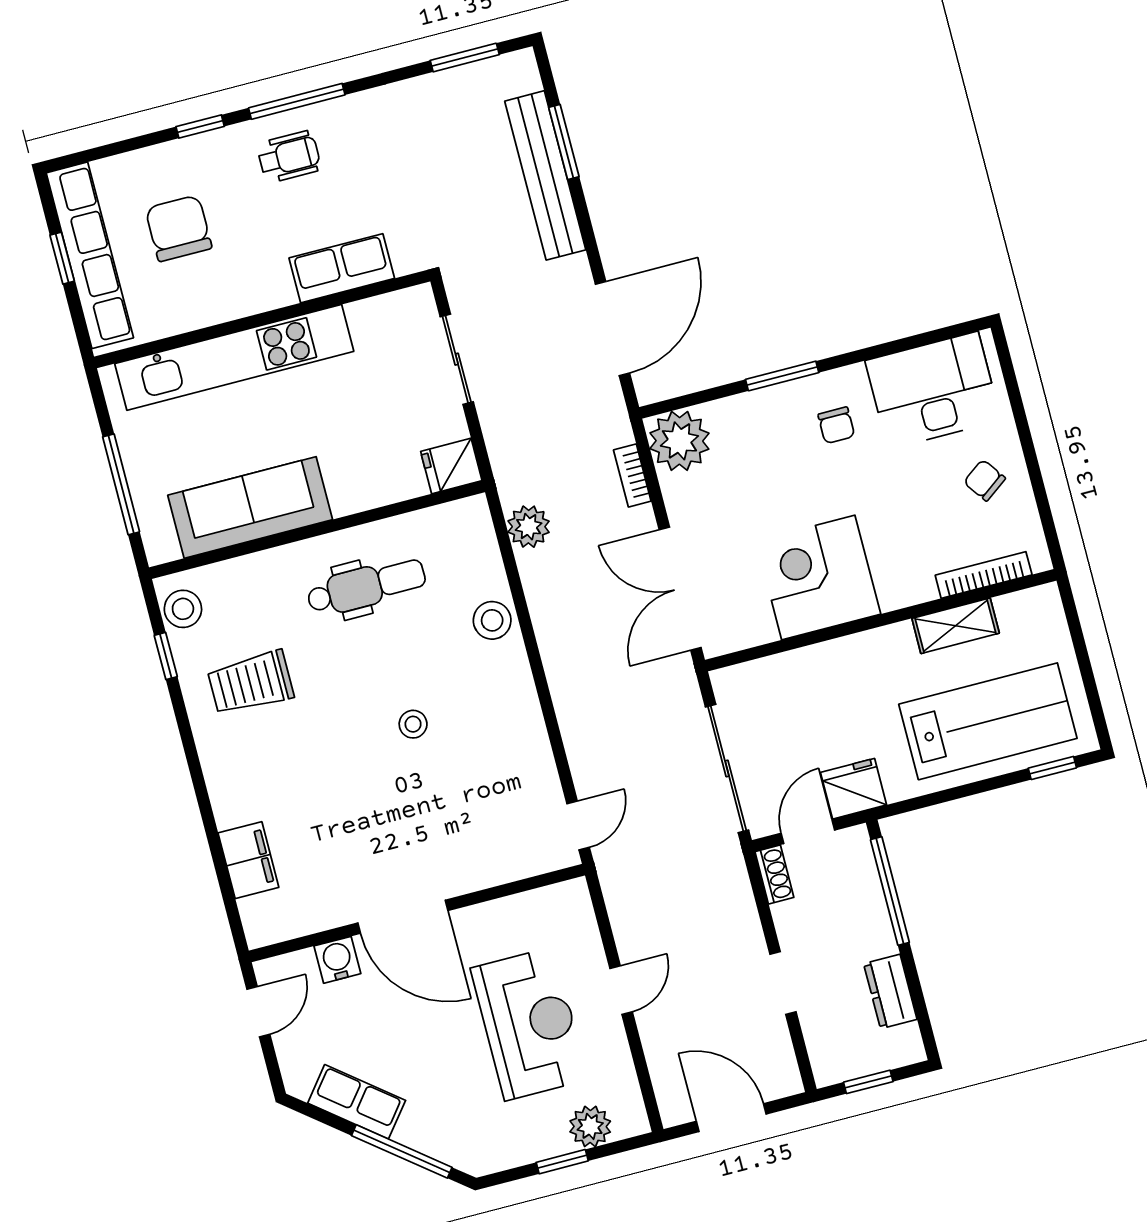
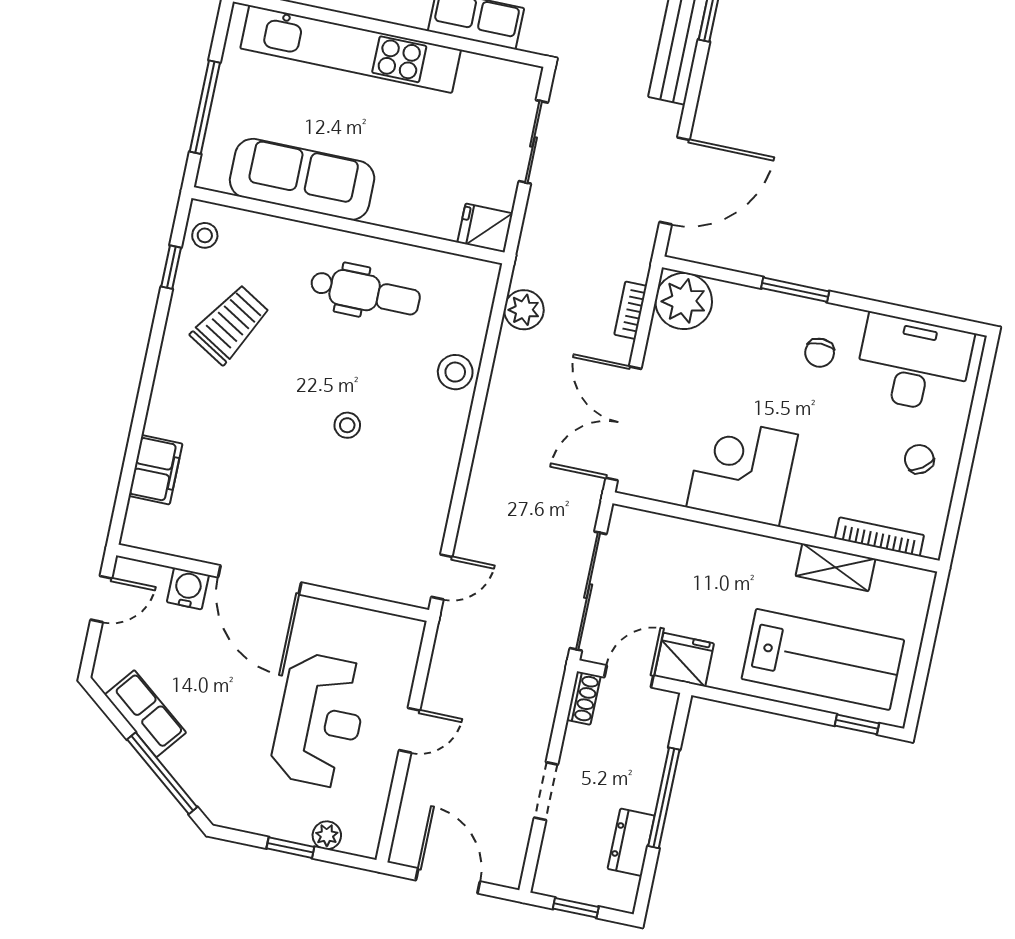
stool: (183, 609) -> (205, 235), width x0.73, depth x0.73
trolley: (251, 683) -> (230, 324), turned 121
window: (890, 891) -> (664, 798), moved
plant: (590, 1126) -> (327, 835), width x0.73, depth x0.73

